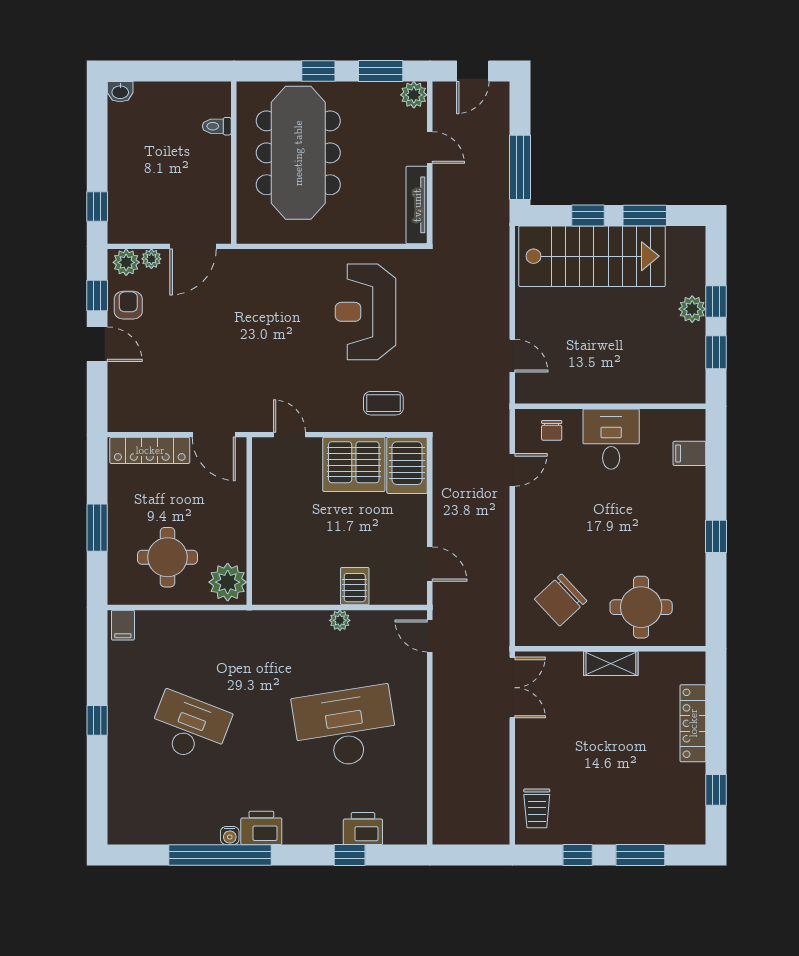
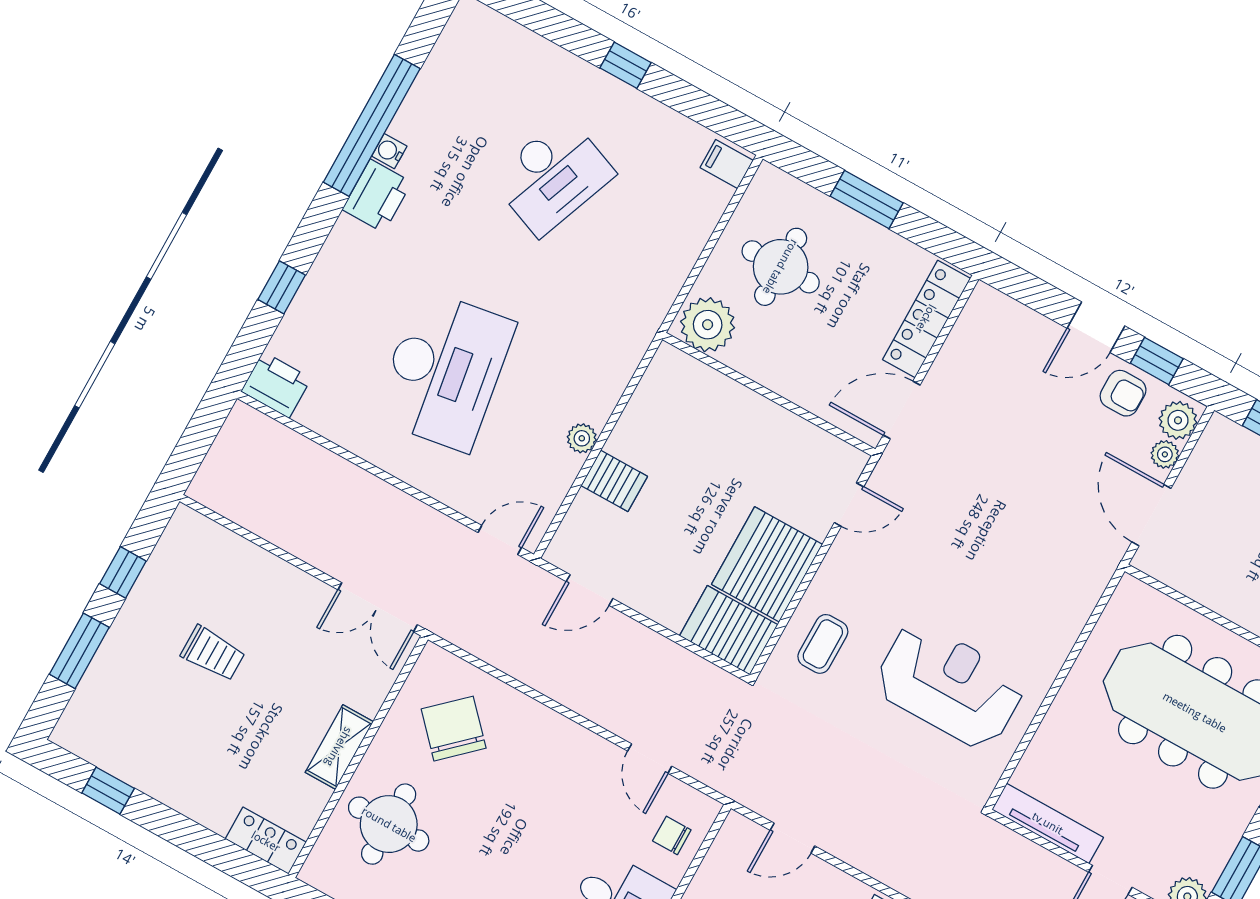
locker: (693, 723) -> (266, 841), moved, width x0.66
trolley: (537, 808) -> (213, 653), moved, turned 180
printer: (363, 829) -> (276, 385), moved, turned -90

